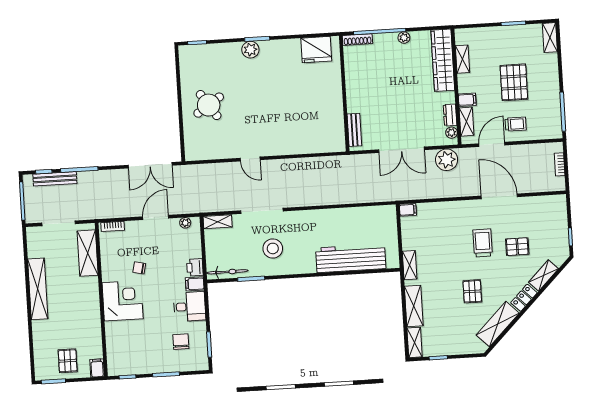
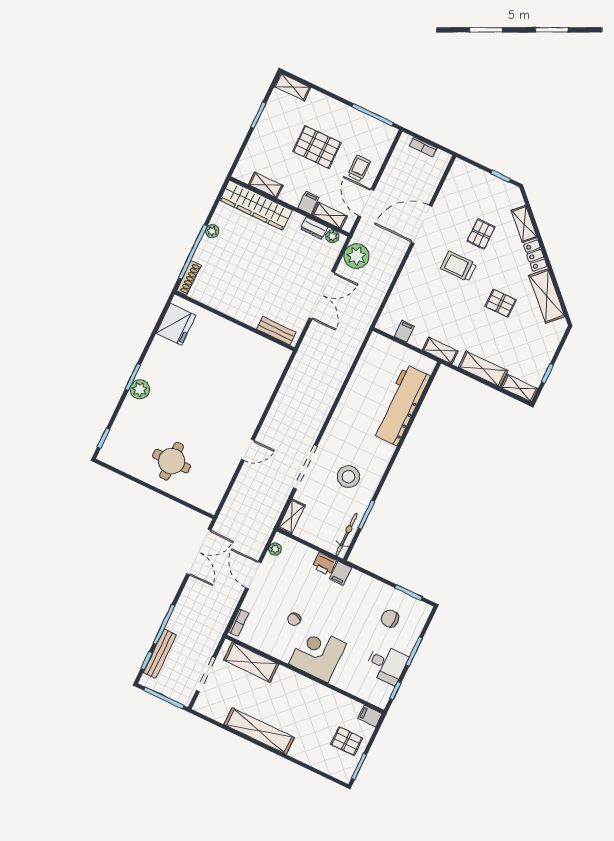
round table: (209, 105) -> (172, 461), turned 34
filing cabinet: (408, 210) -> (404, 331), moved
desk: (190, 307) -> (386, 664), moved, turned 90

